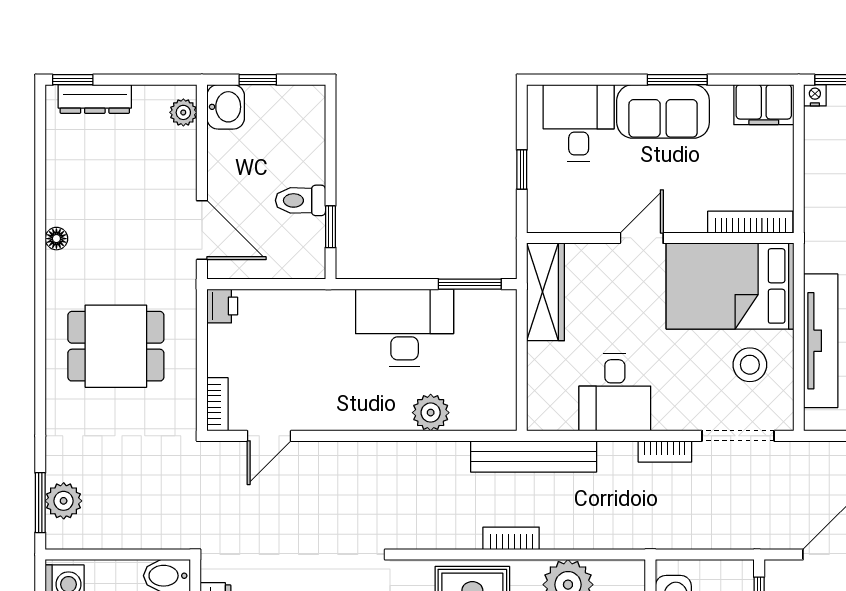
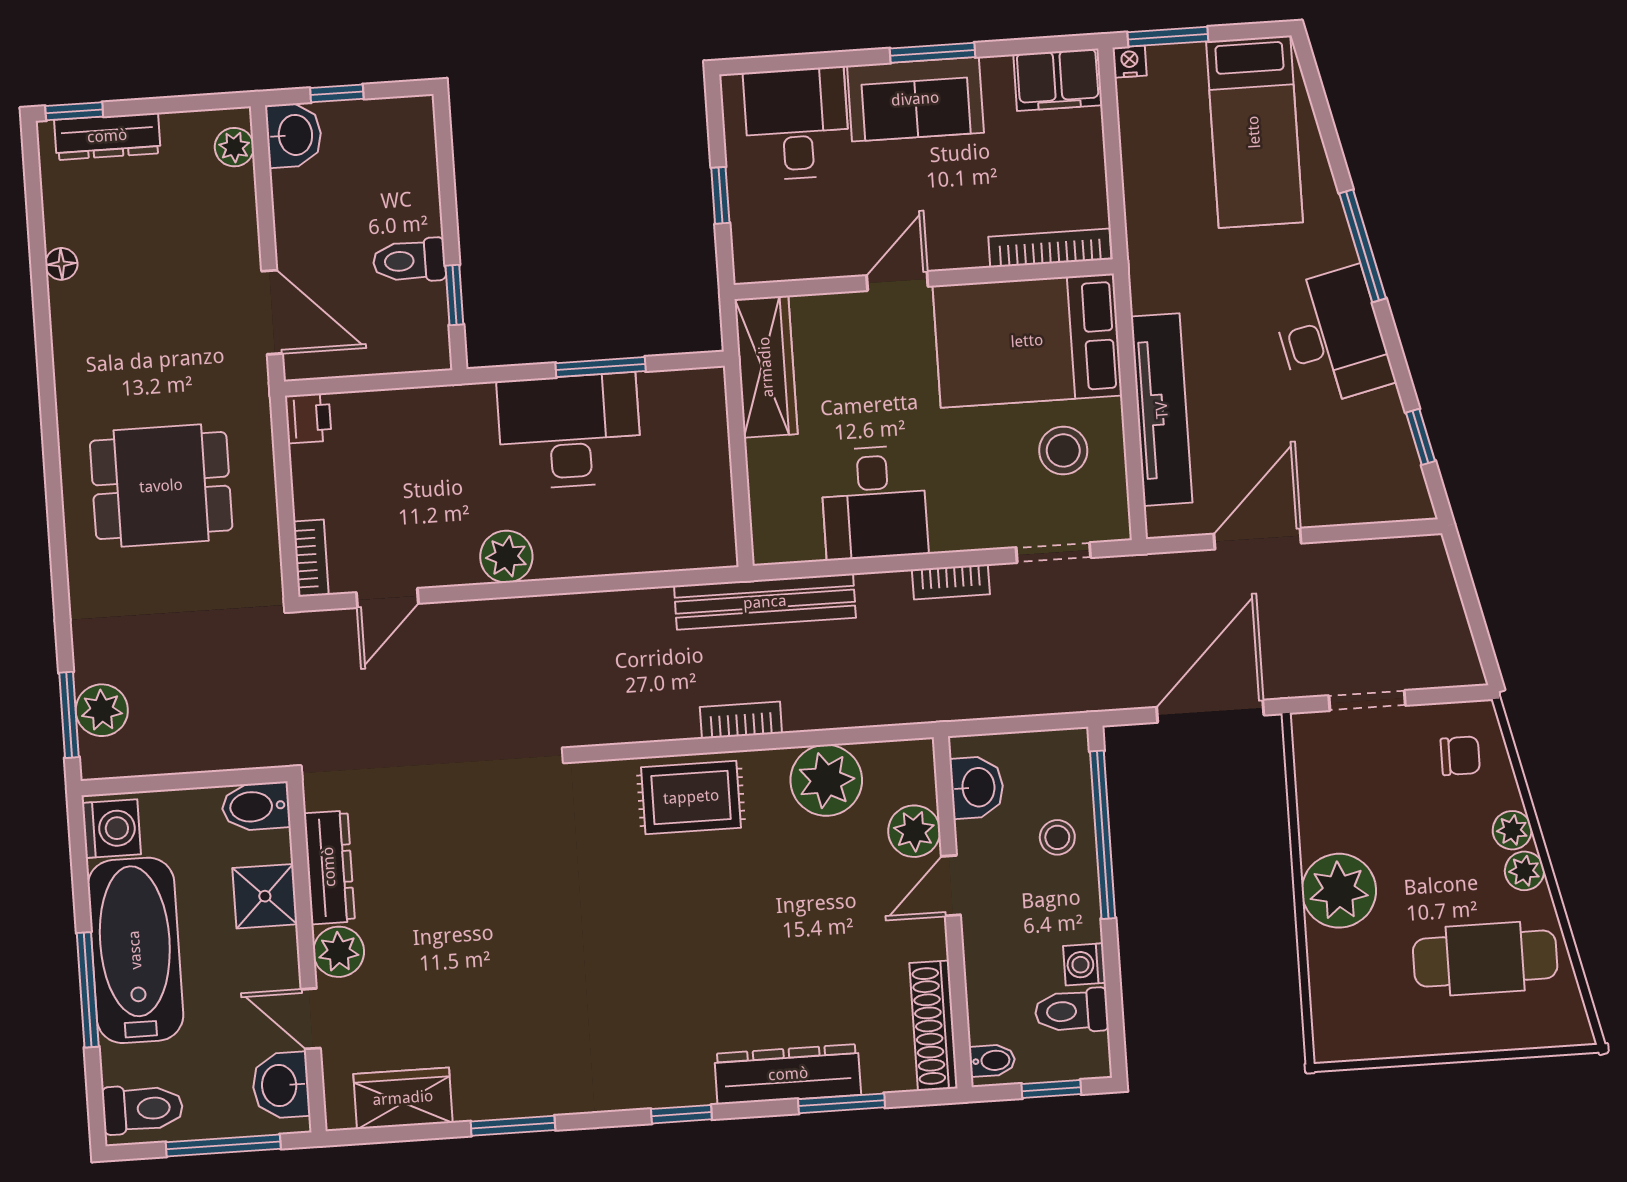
floor lamp: (56, 239) -> (61, 264), moved
window: (470, 284) -> (601, 367), moved
plant: (431, 413) -> (506, 557), moved
doorway: (738, 436) -> (1053, 553), width x0.73

